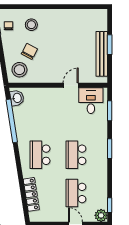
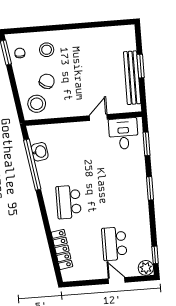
washbasin: (17, 98) -> (40, 152), moved
school desk: (76, 155) -> (111, 199), removed

